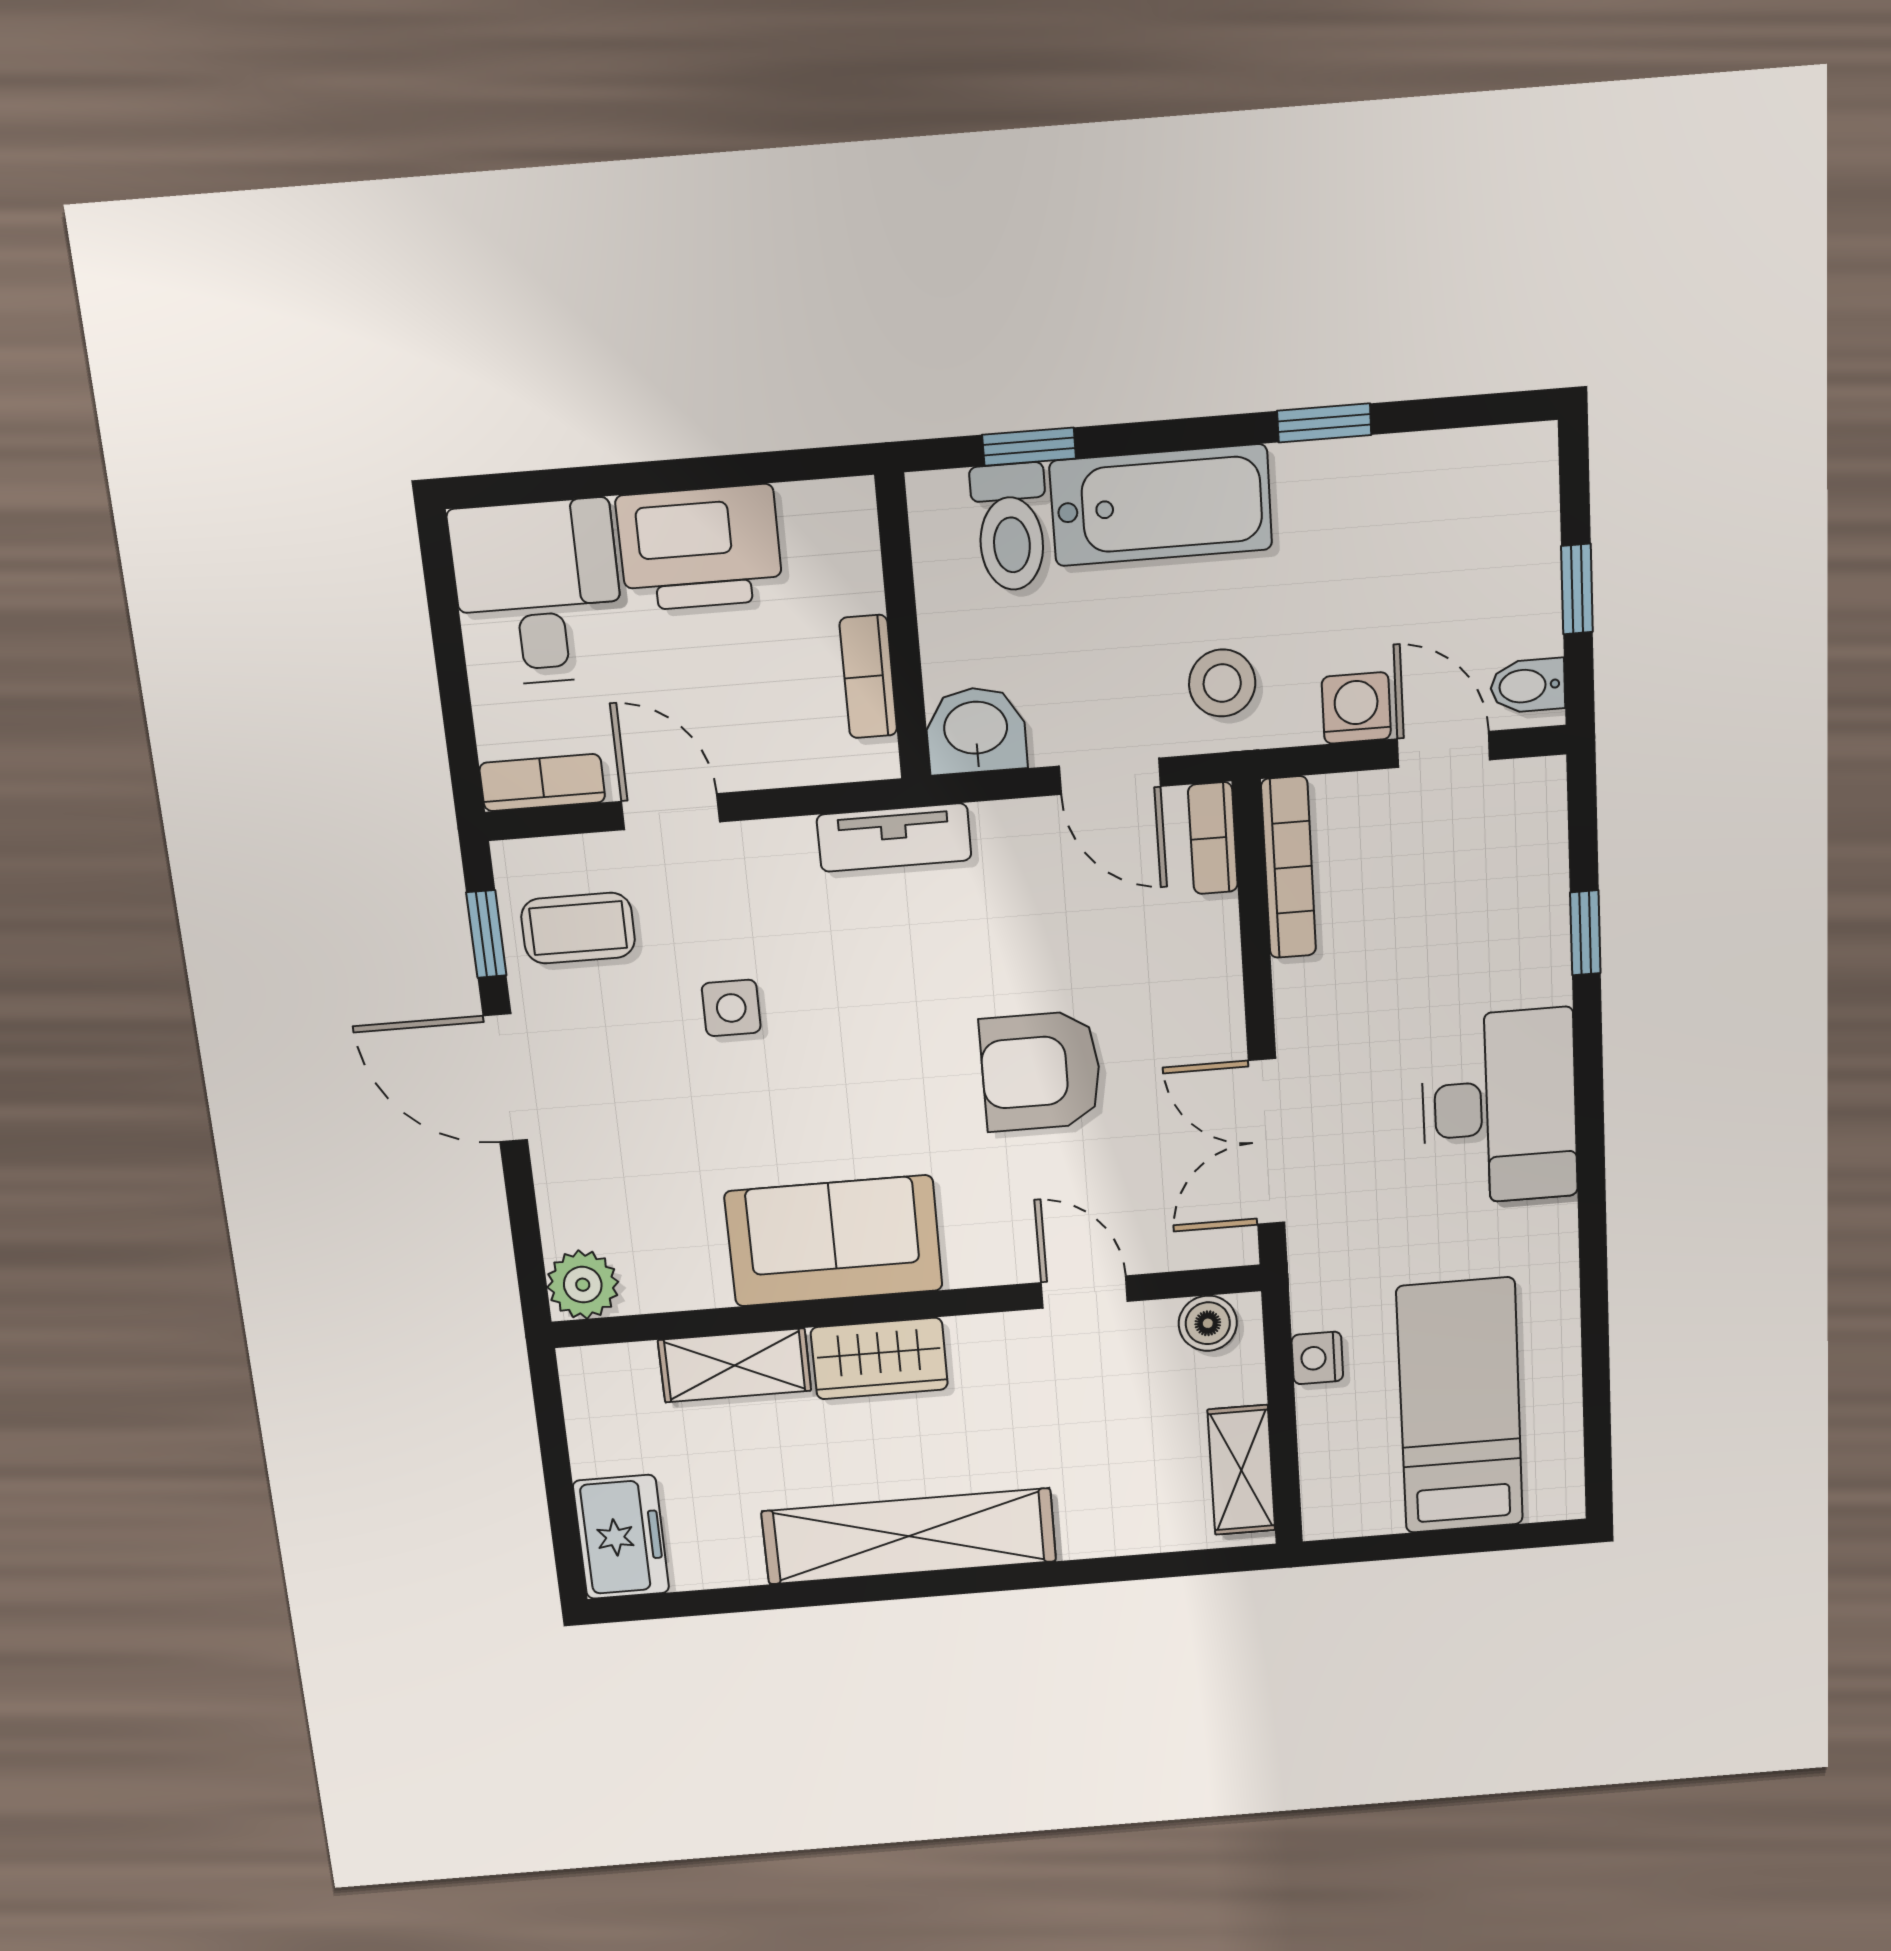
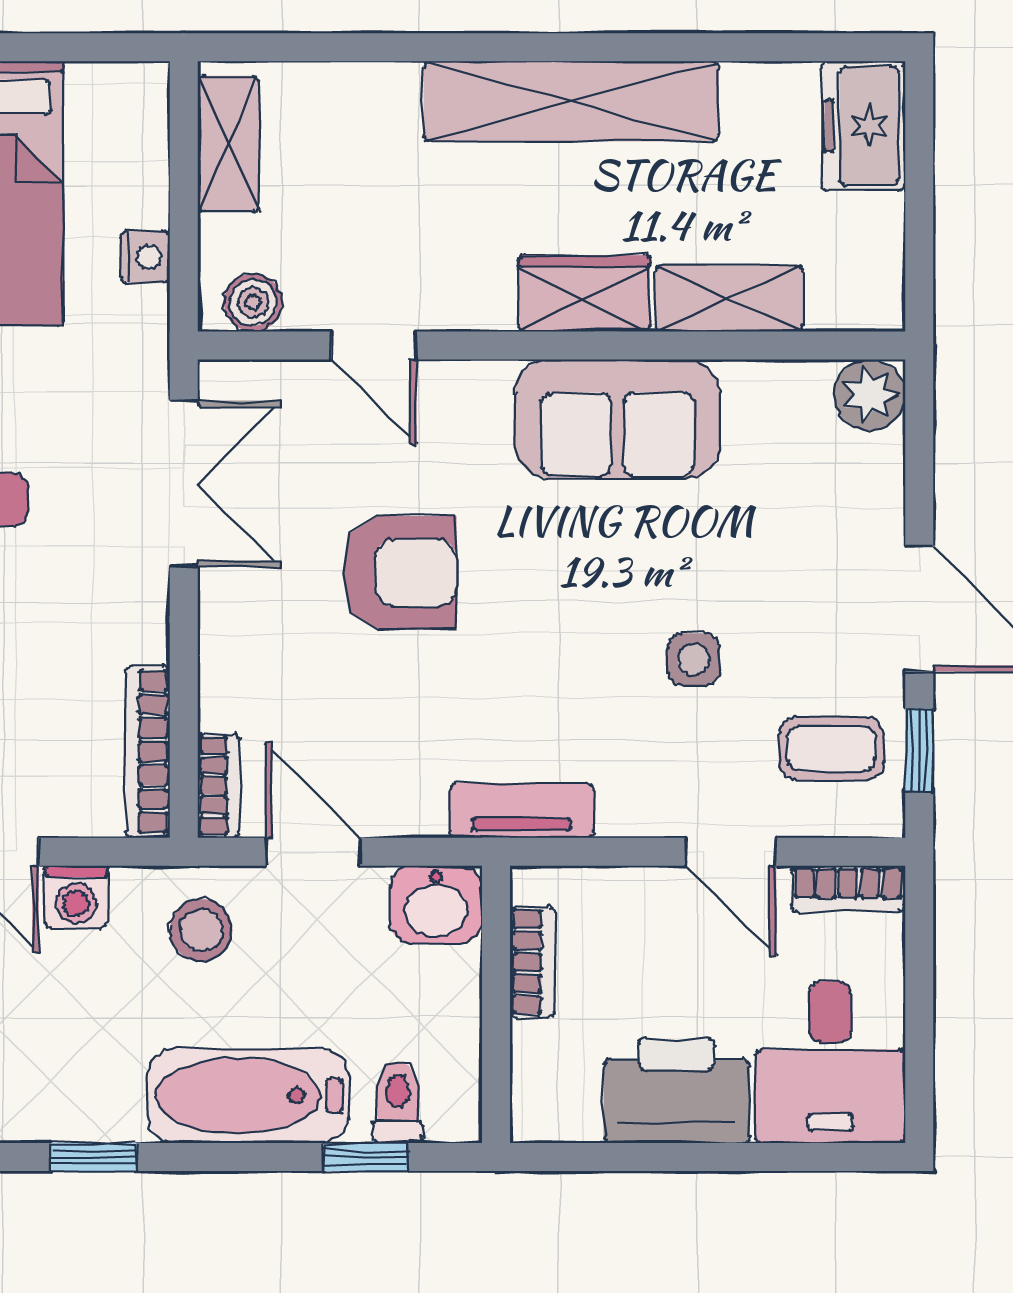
toilet: (1011, 527) -> (398, 1103), width x0.73, depth x0.72

